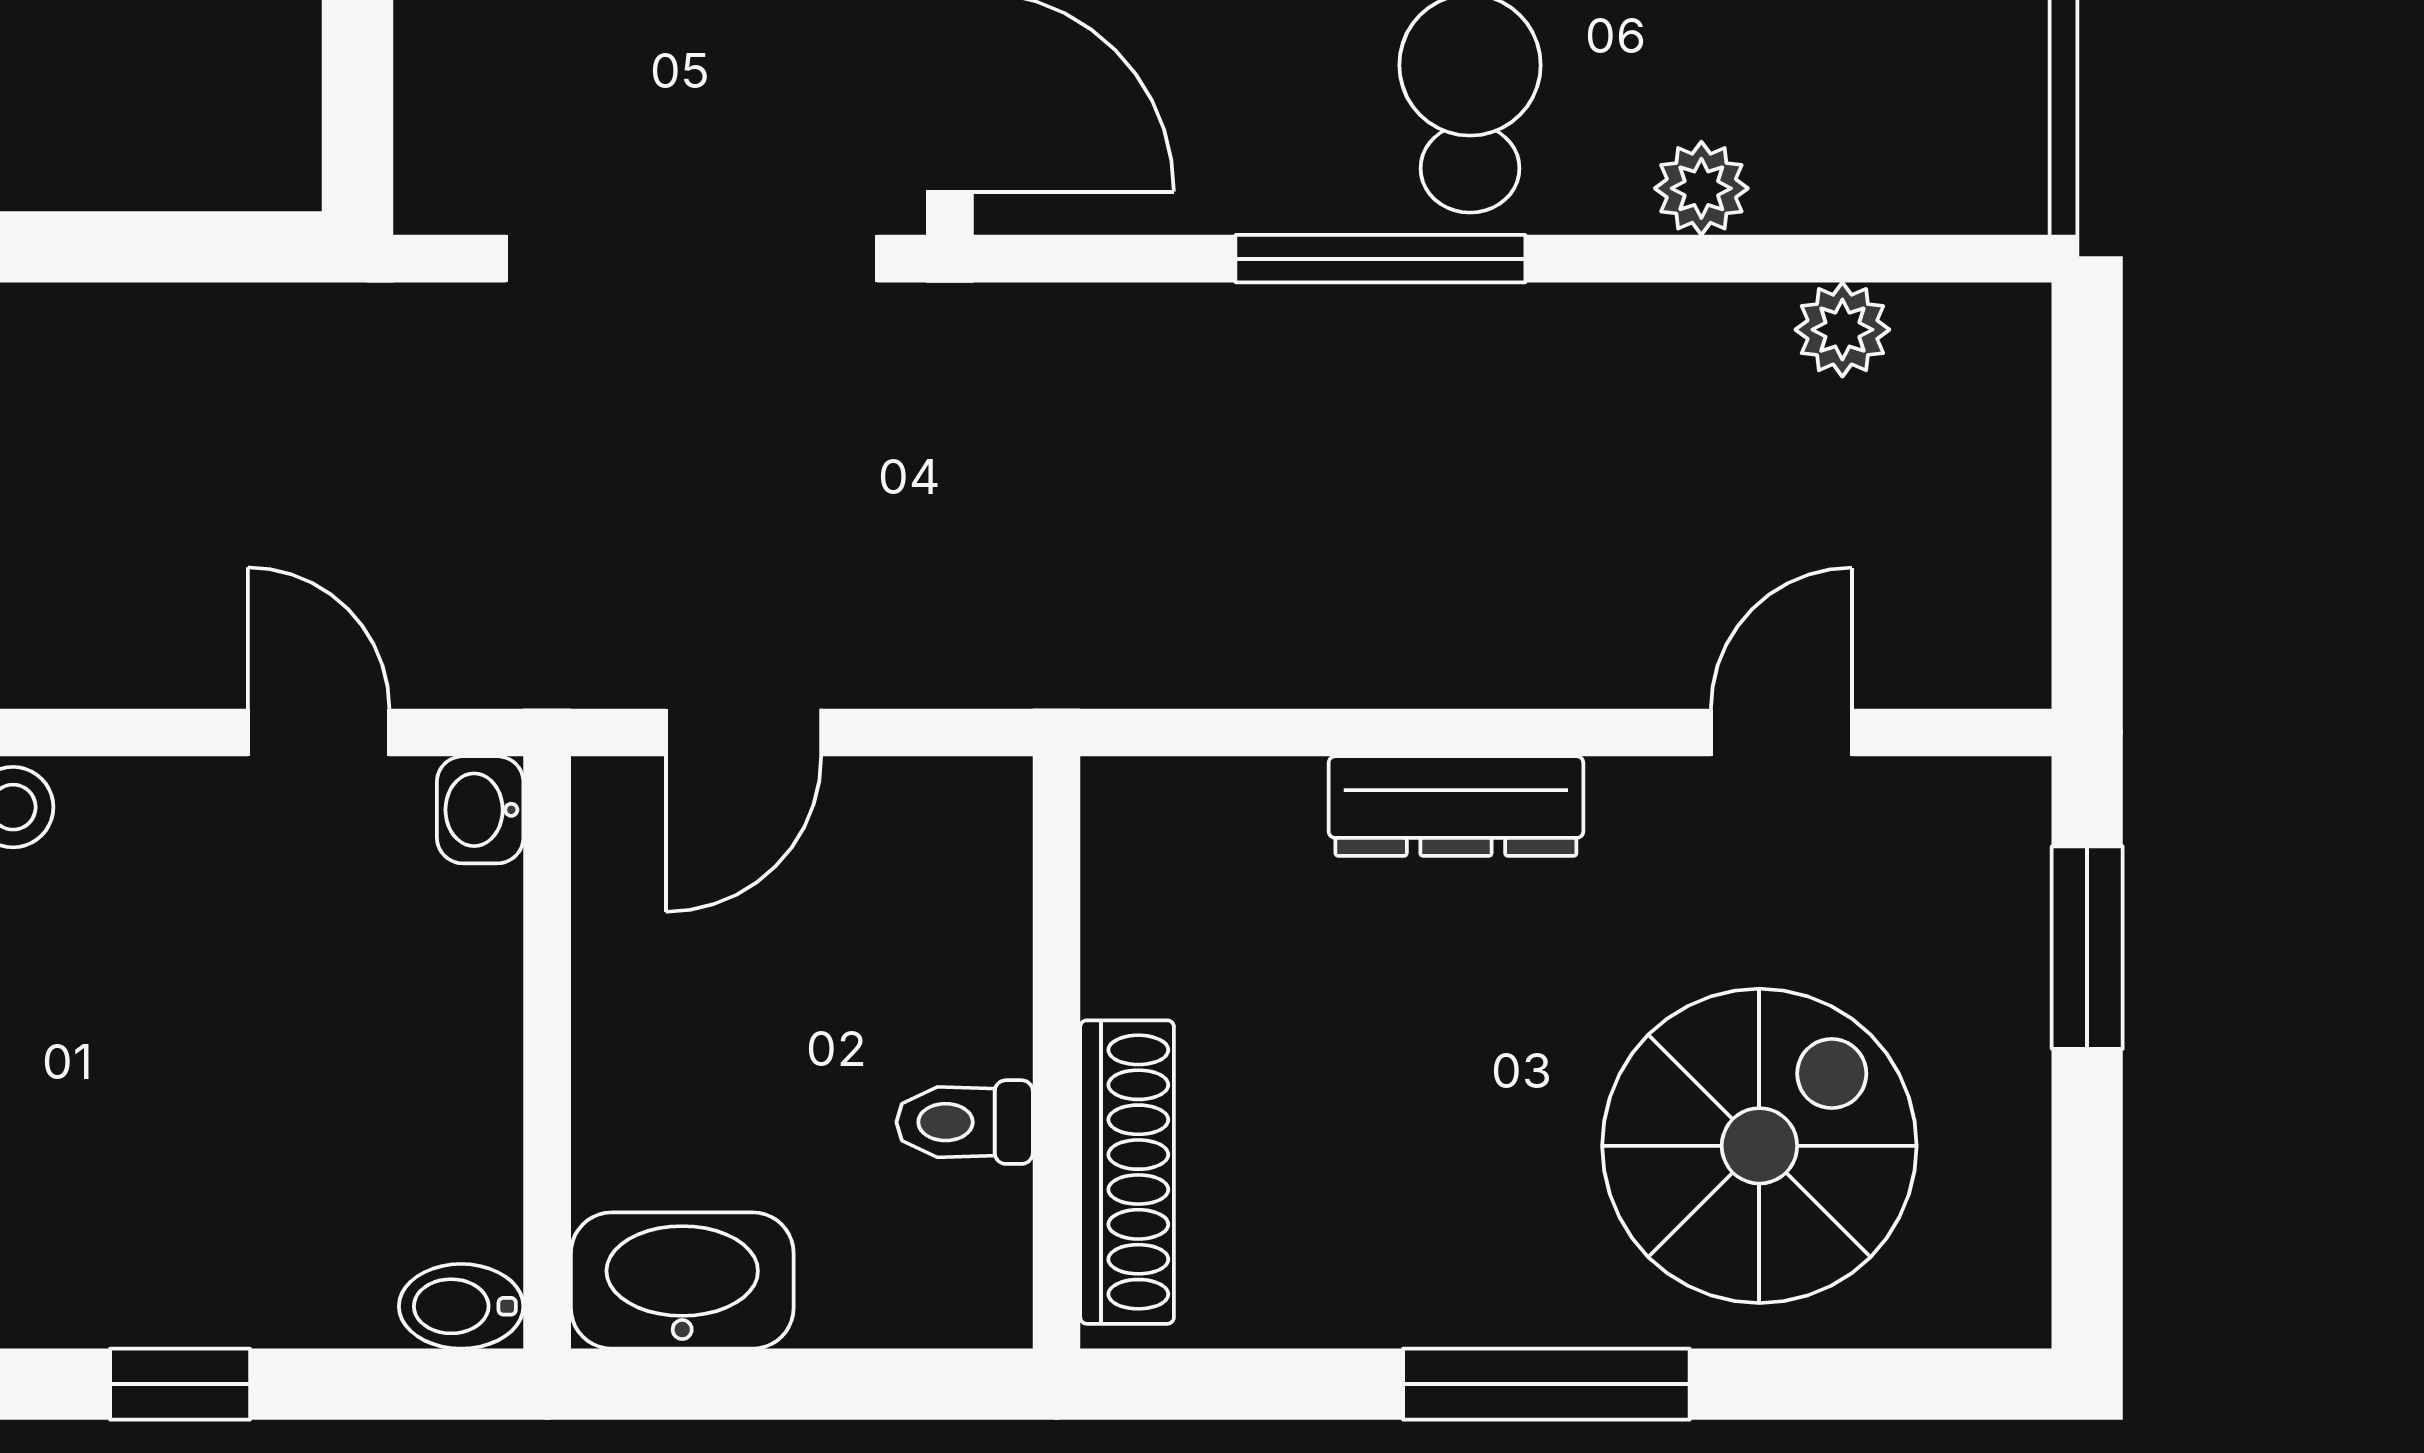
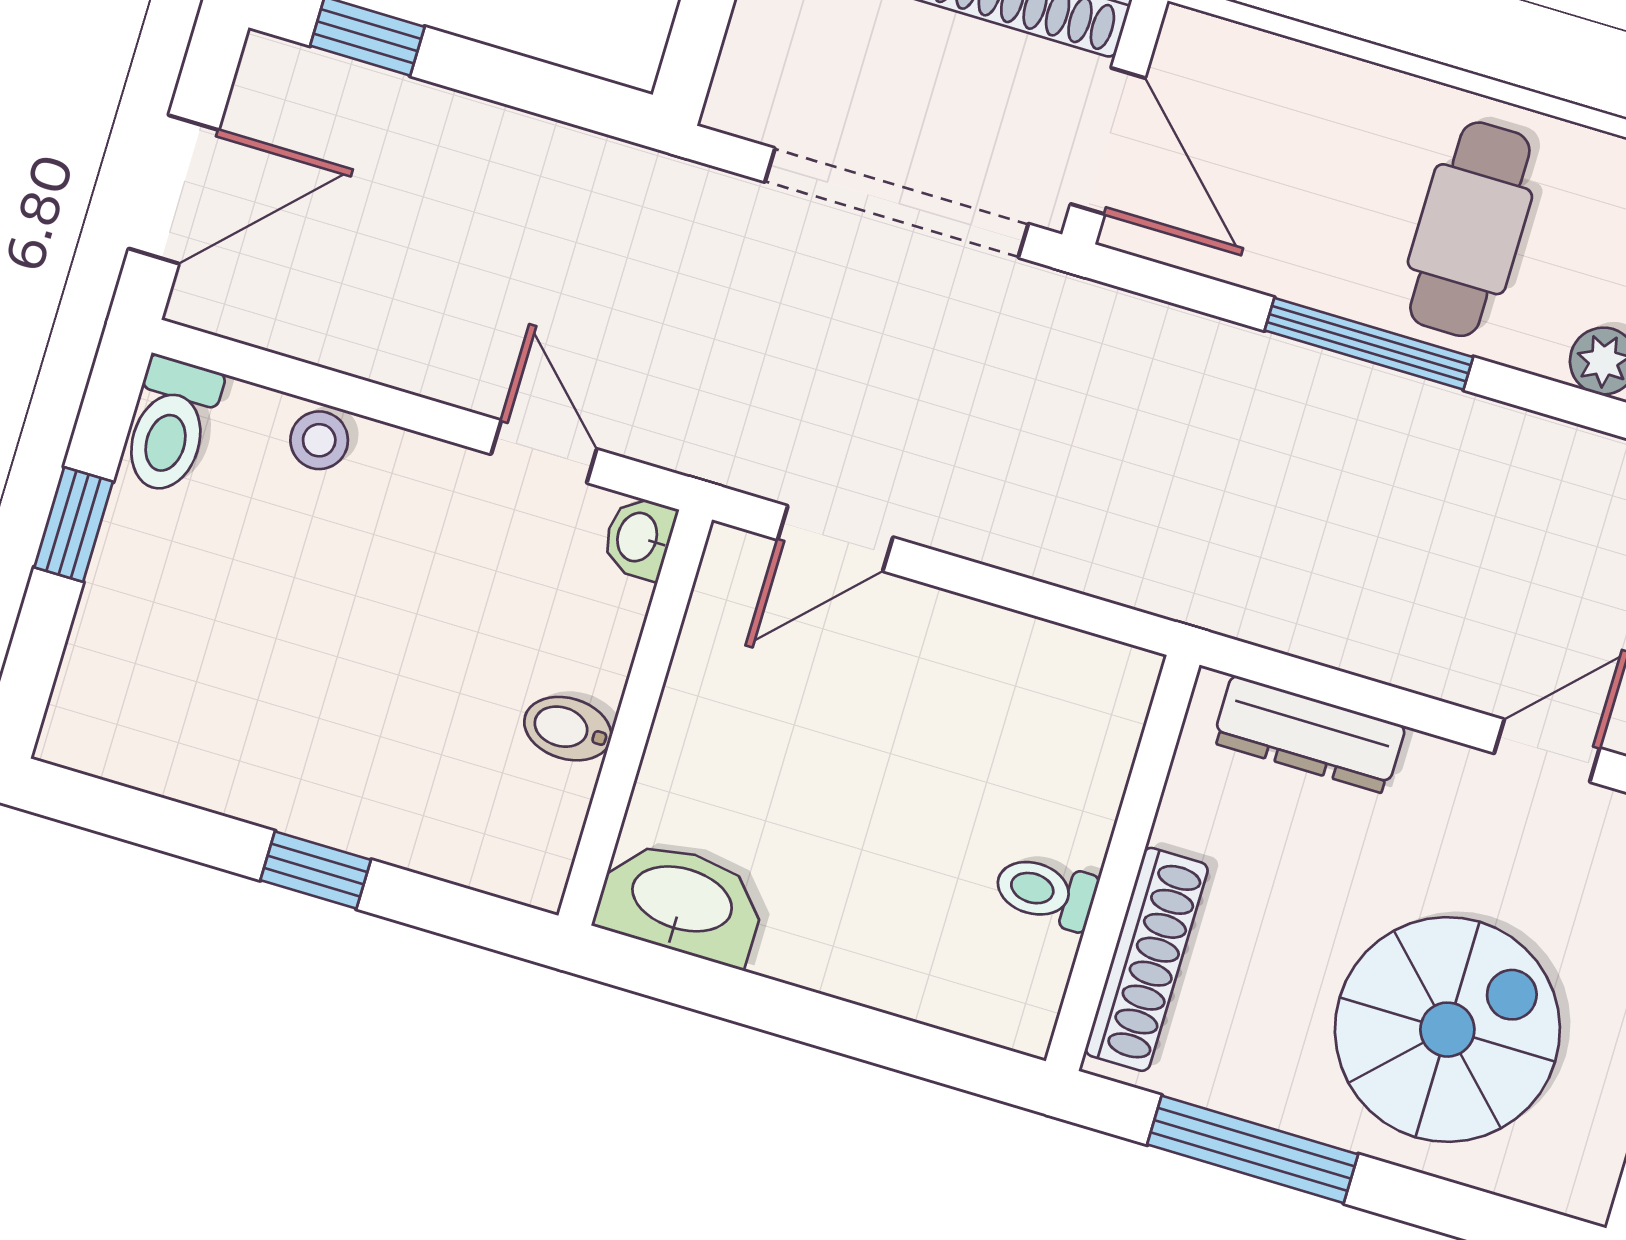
wall: (1057, 1052) -> (1123, 863), moved
toilet: (965, 1122) -> (1045, 892), moved
shoe rack: (1127, 1172) -> (1147, 959), moved
bidet: (461, 1306) -> (568, 729), moved

